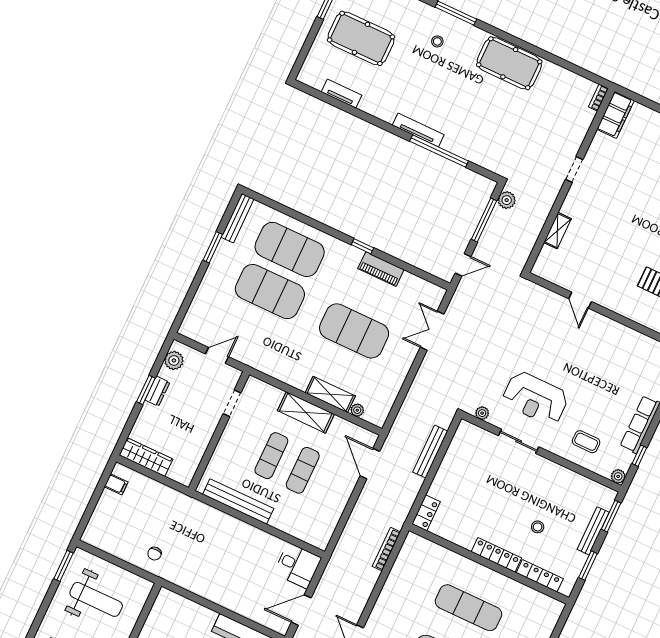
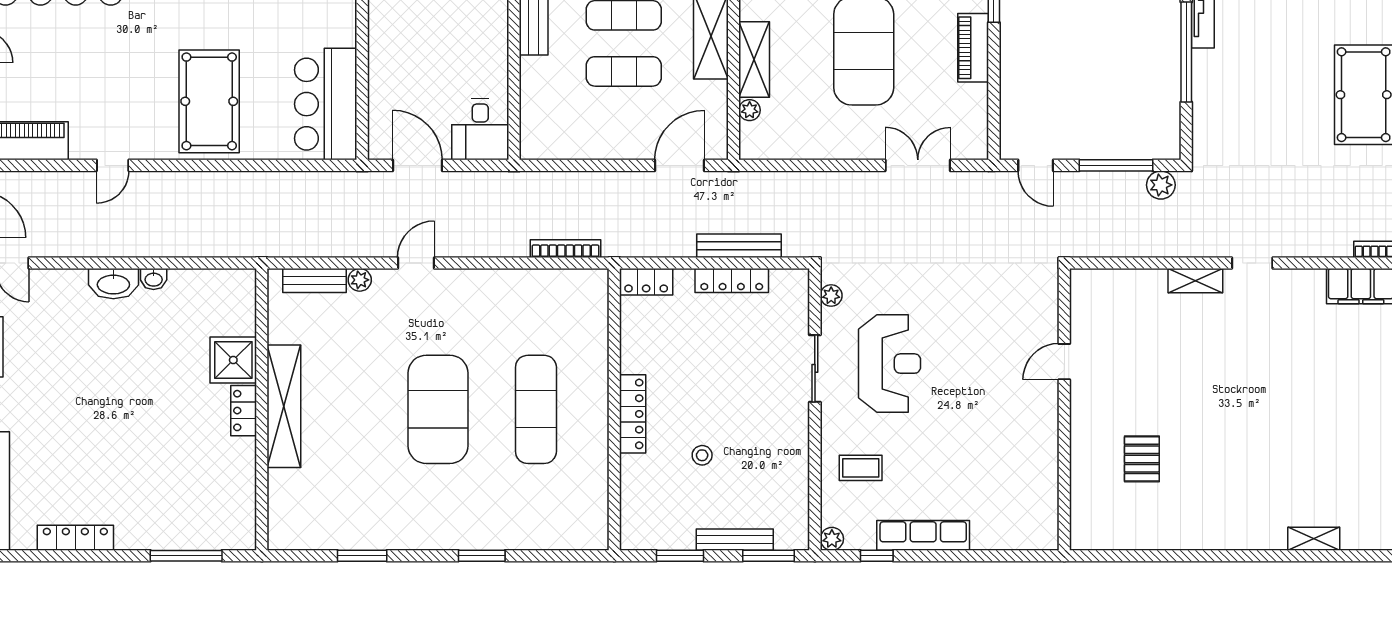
shelving: (558, 231) -> (1195, 281), moved
reception desk: (535, 398) -> (890, 364), turned 180
coffee table: (586, 442) -> (861, 468), turned 90
locker: (540, 576) -> (732, 281), moved, turned 90

